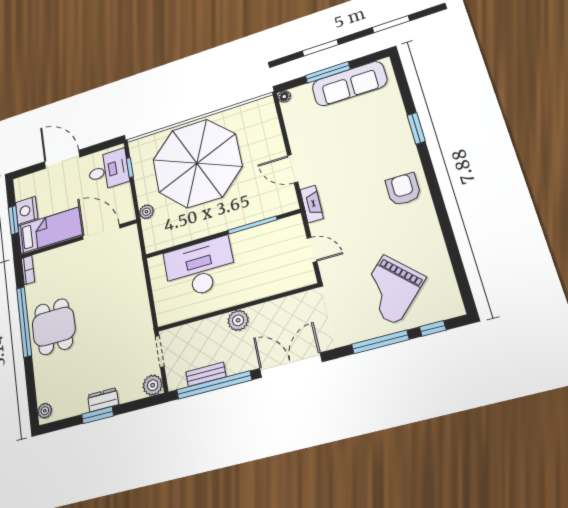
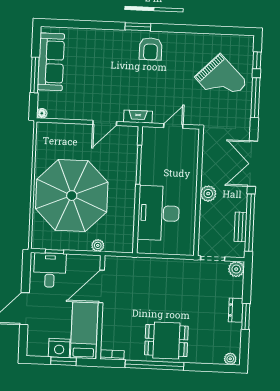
window: (416, 128) -> (138, 27), moved
armchair: (403, 189) -> (151, 49), turned -90

